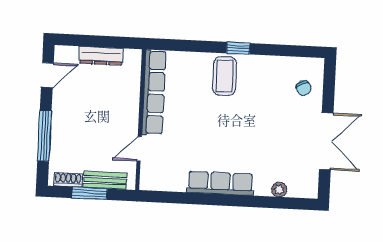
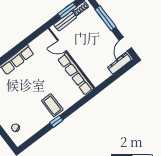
dresser: (101, 56) -> (119, 64), moved
door: (139, 149) -> (62, 46), swing flipped

